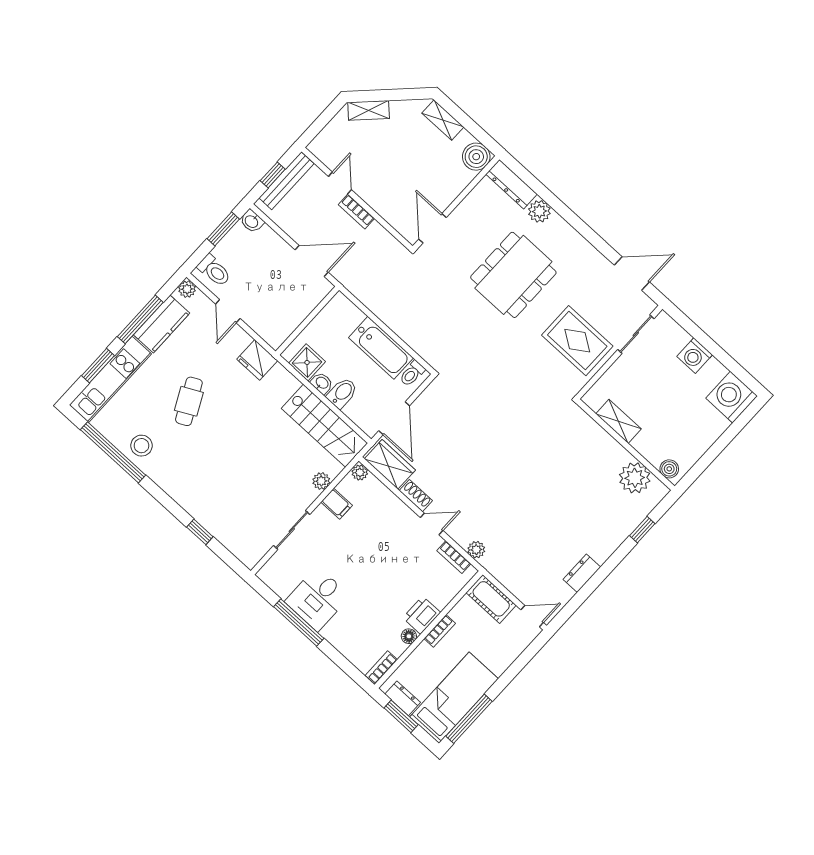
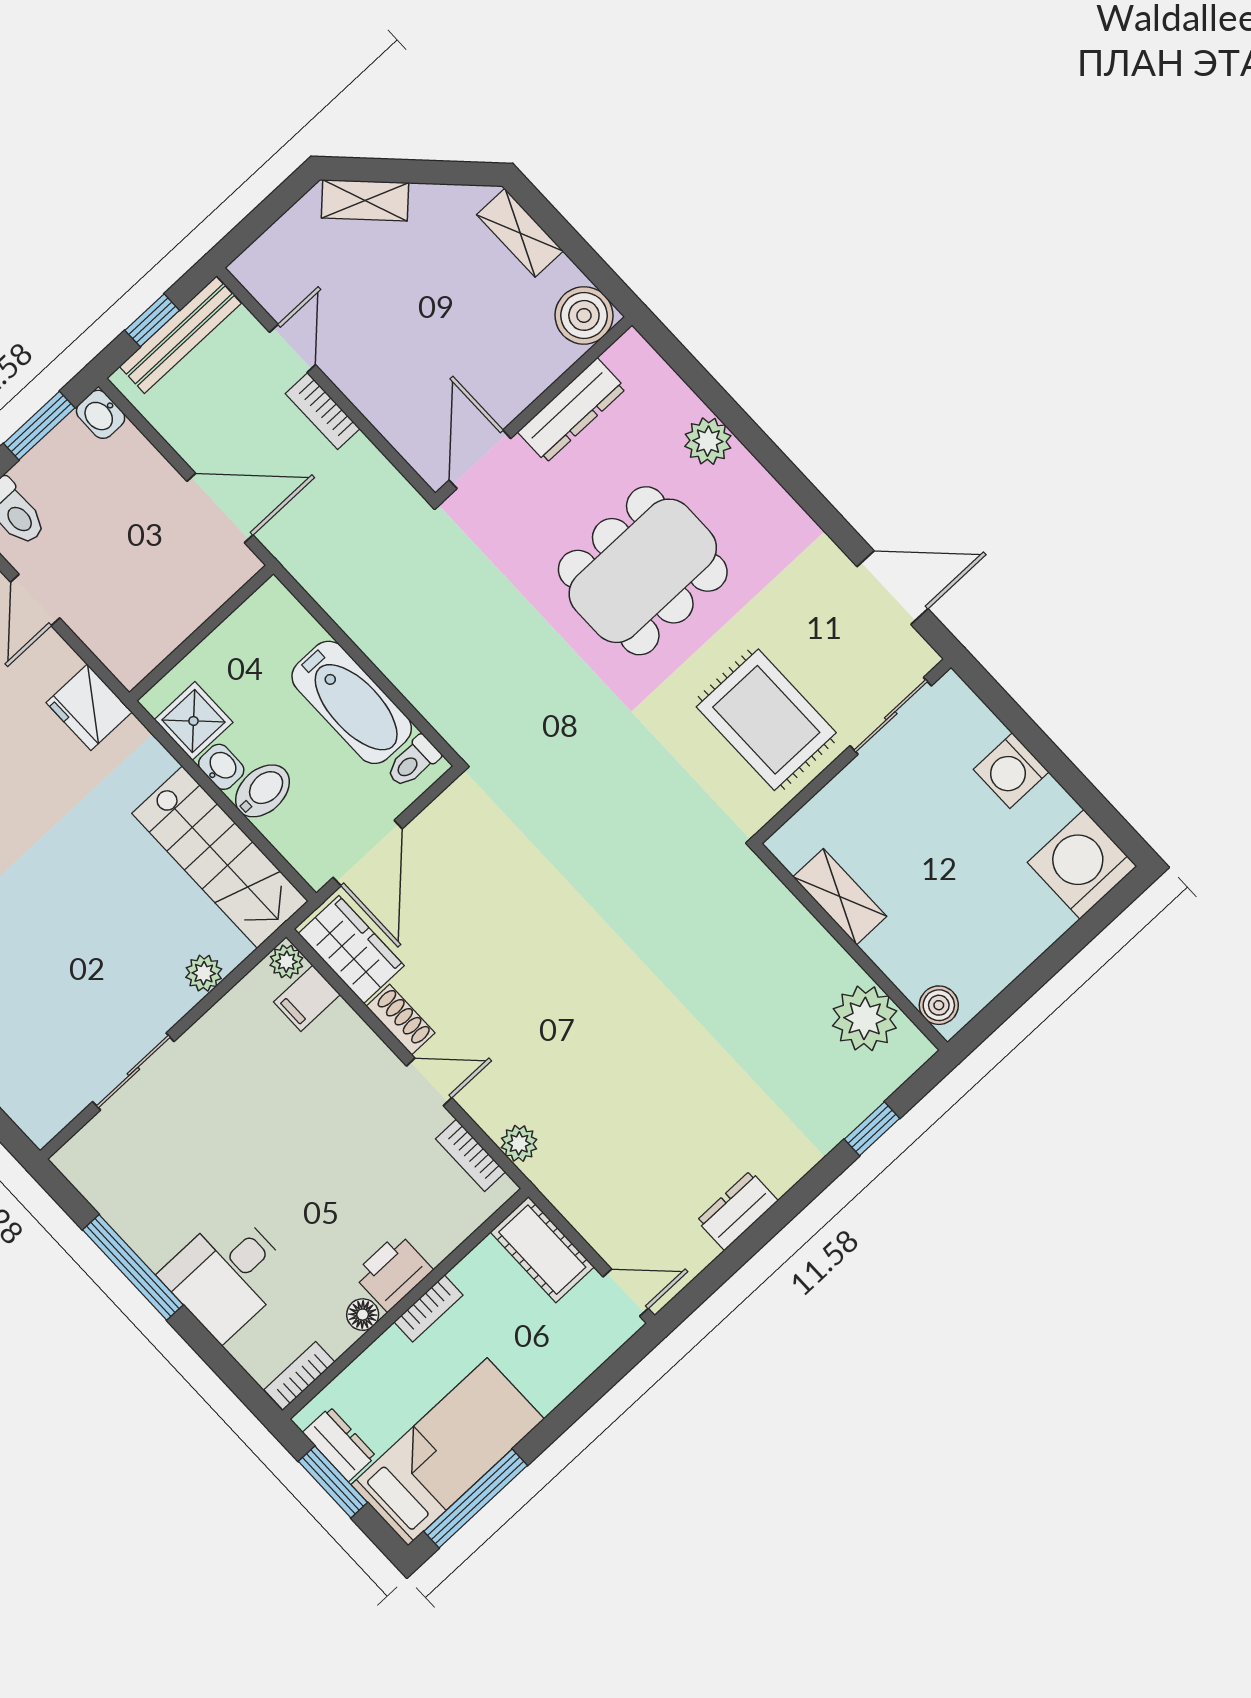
dresser: (511, 184) -> (572, 410), moved, turned -90
filing cabinet: (337, 504) -> (307, 998), moved, turned 90
desk: (318, 599) -> (227, 1275), moved

